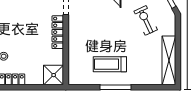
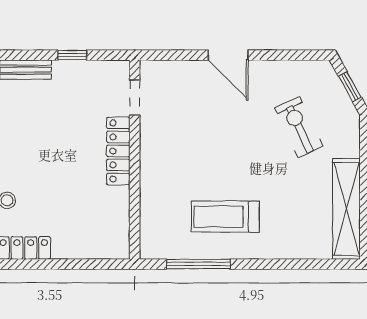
shower: (54, 75) -> (110, 239), removed
window: (115, 87) -> (198, 264), moved

